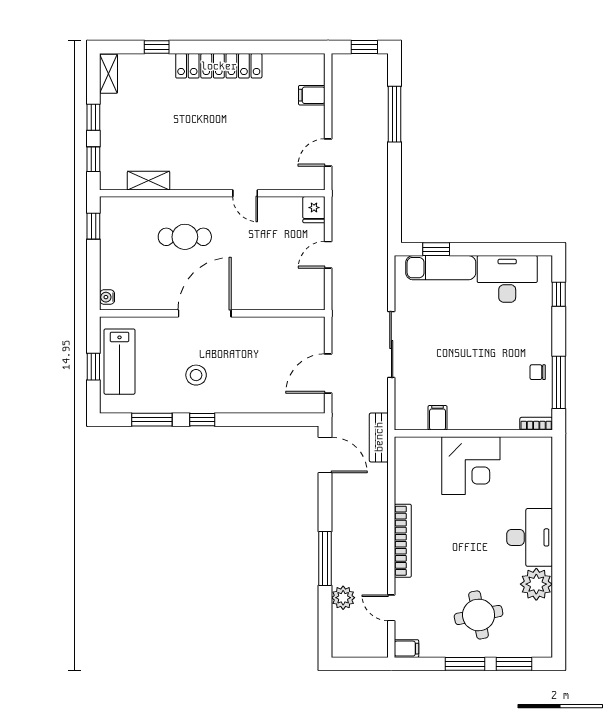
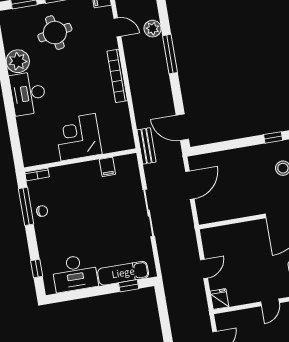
door: (245, 193) -> (270, 302), swing flipped

